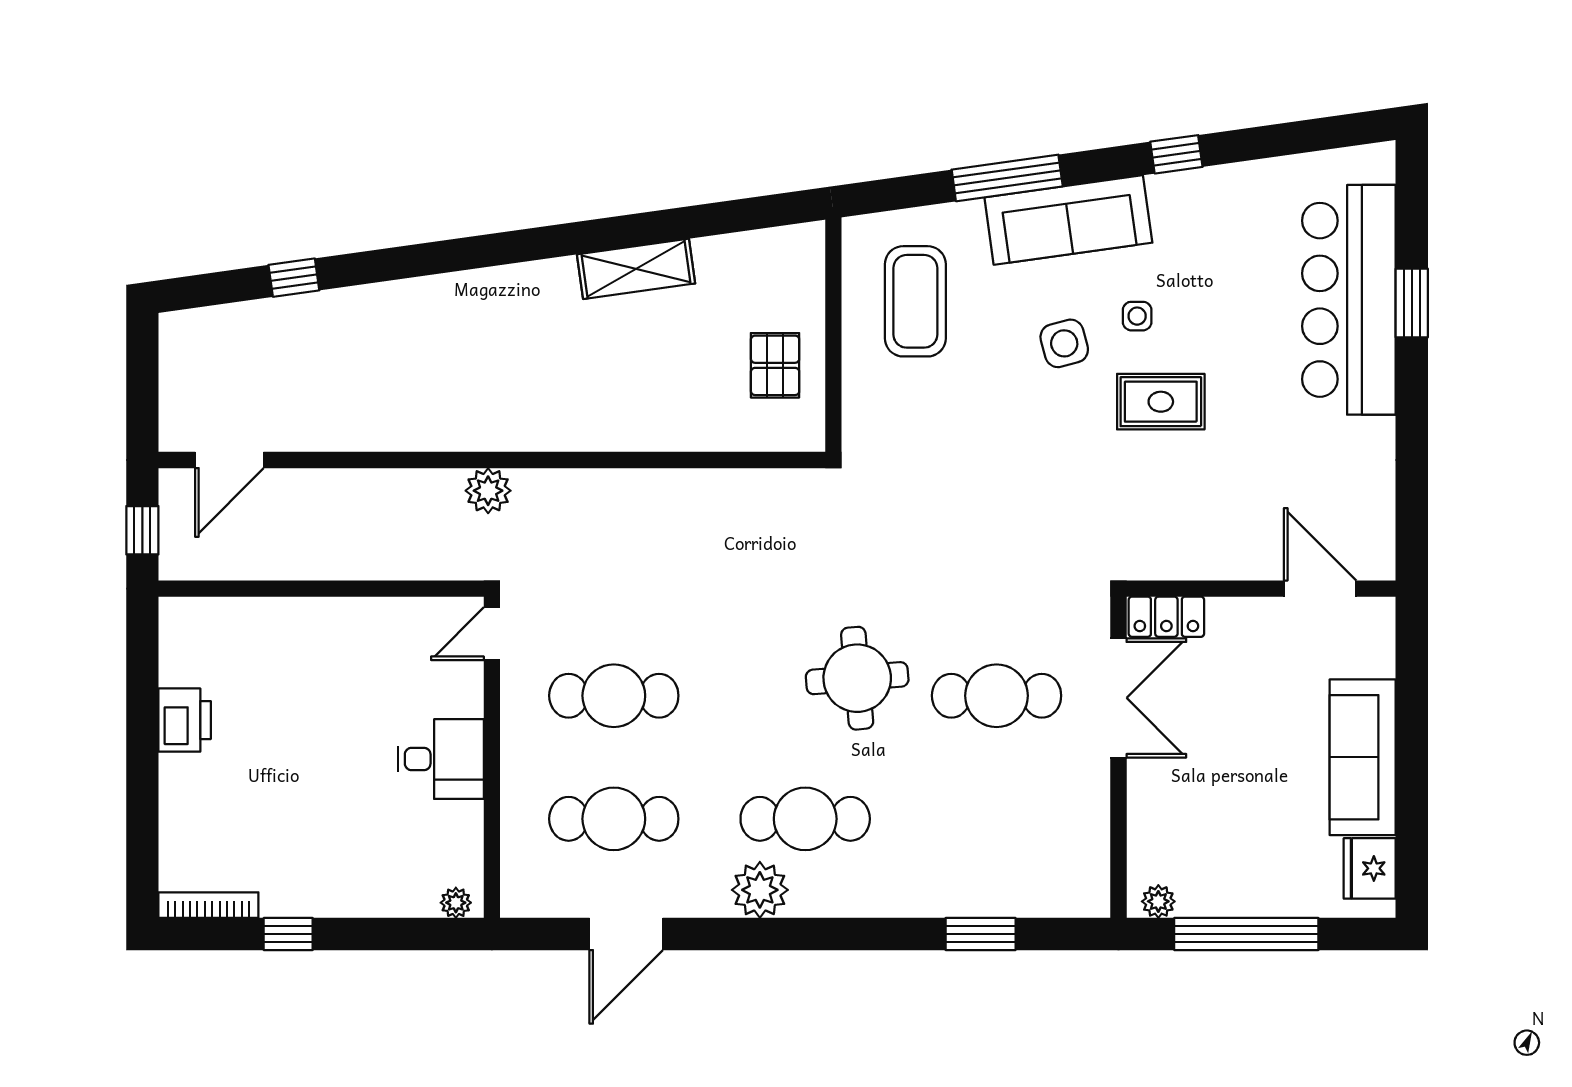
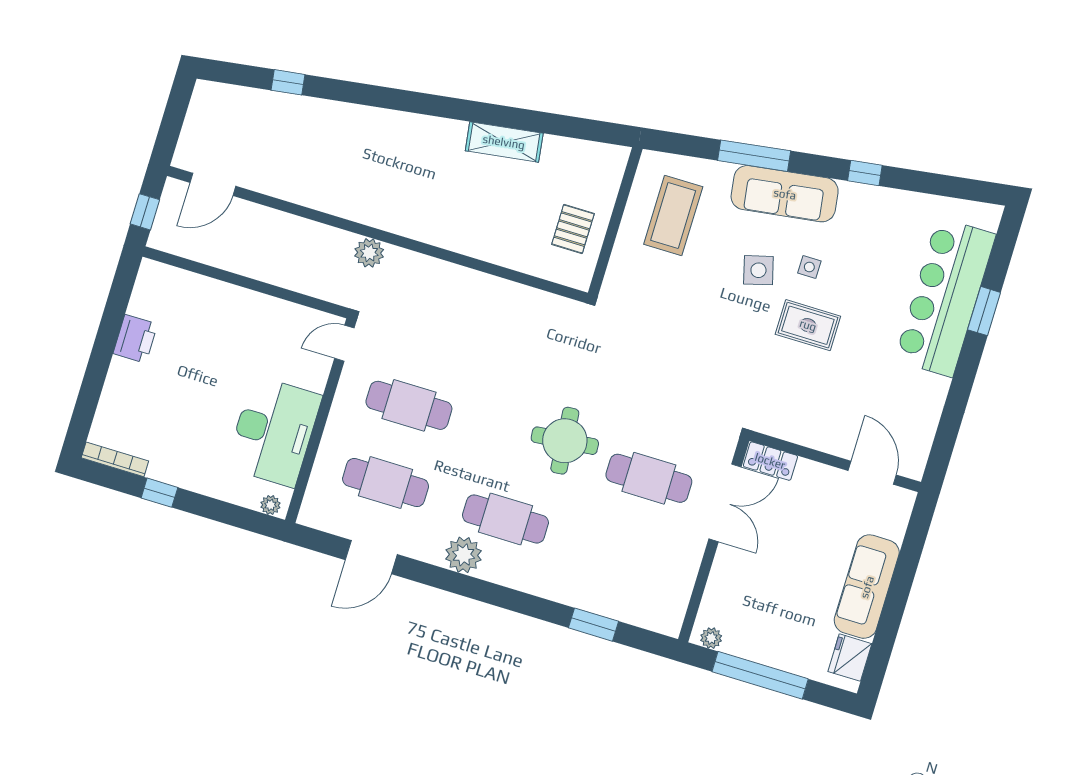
desk: (441, 759) -> (274, 431), width x1.87, depth x1.30

